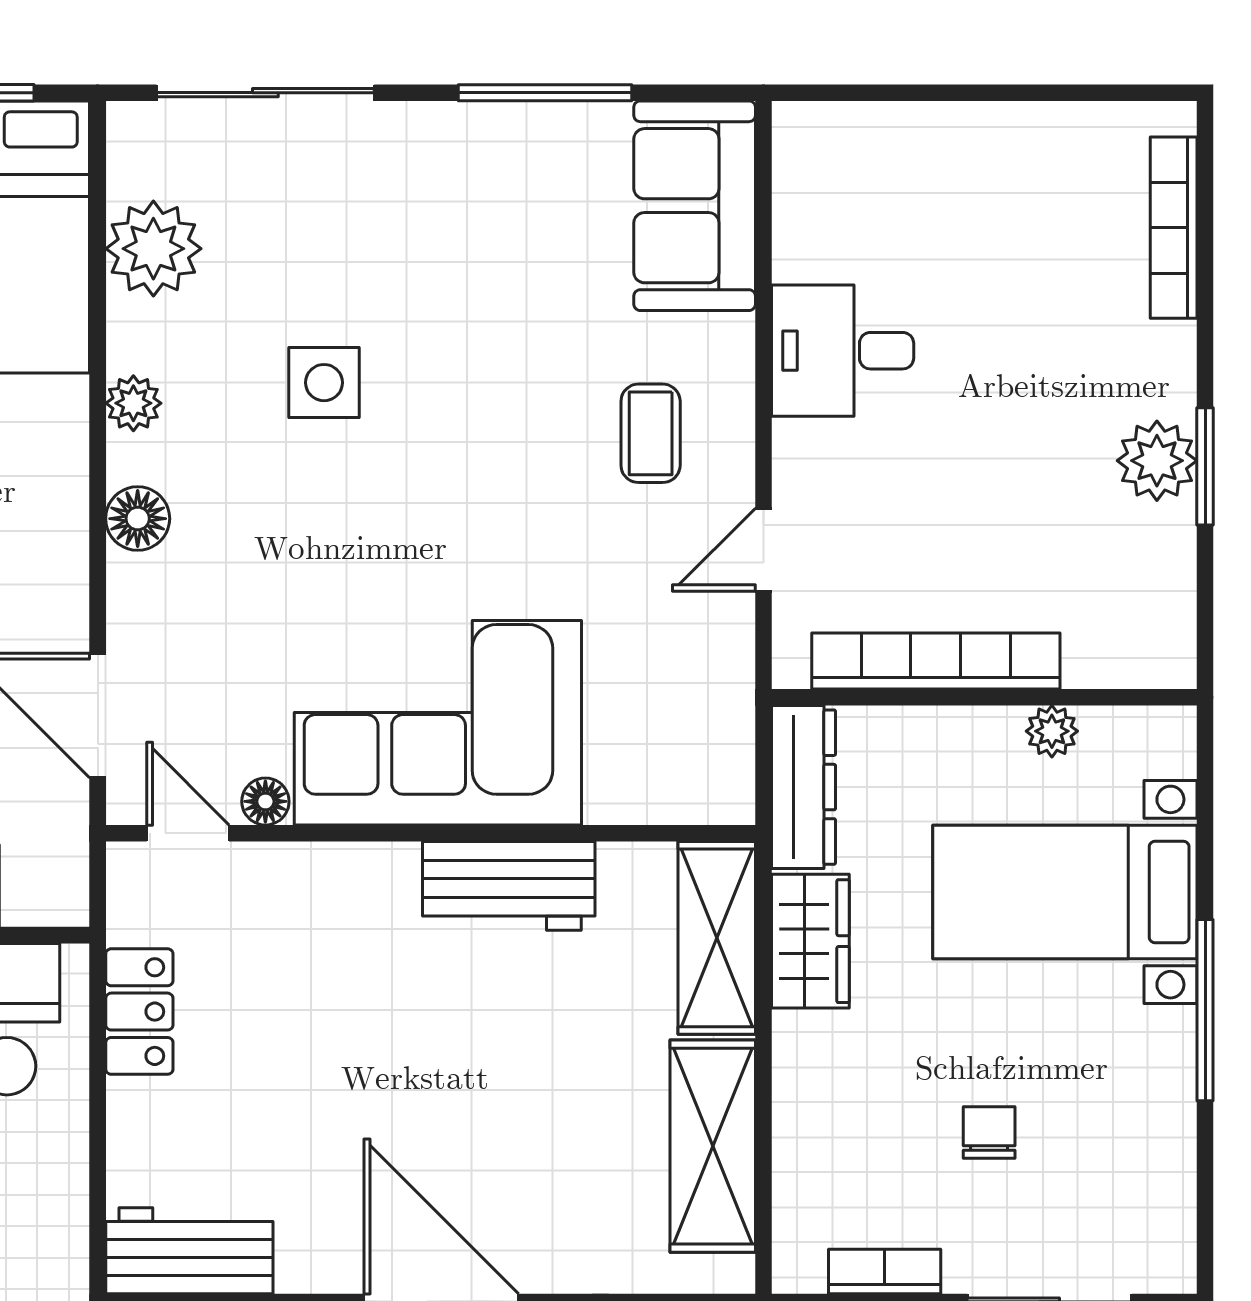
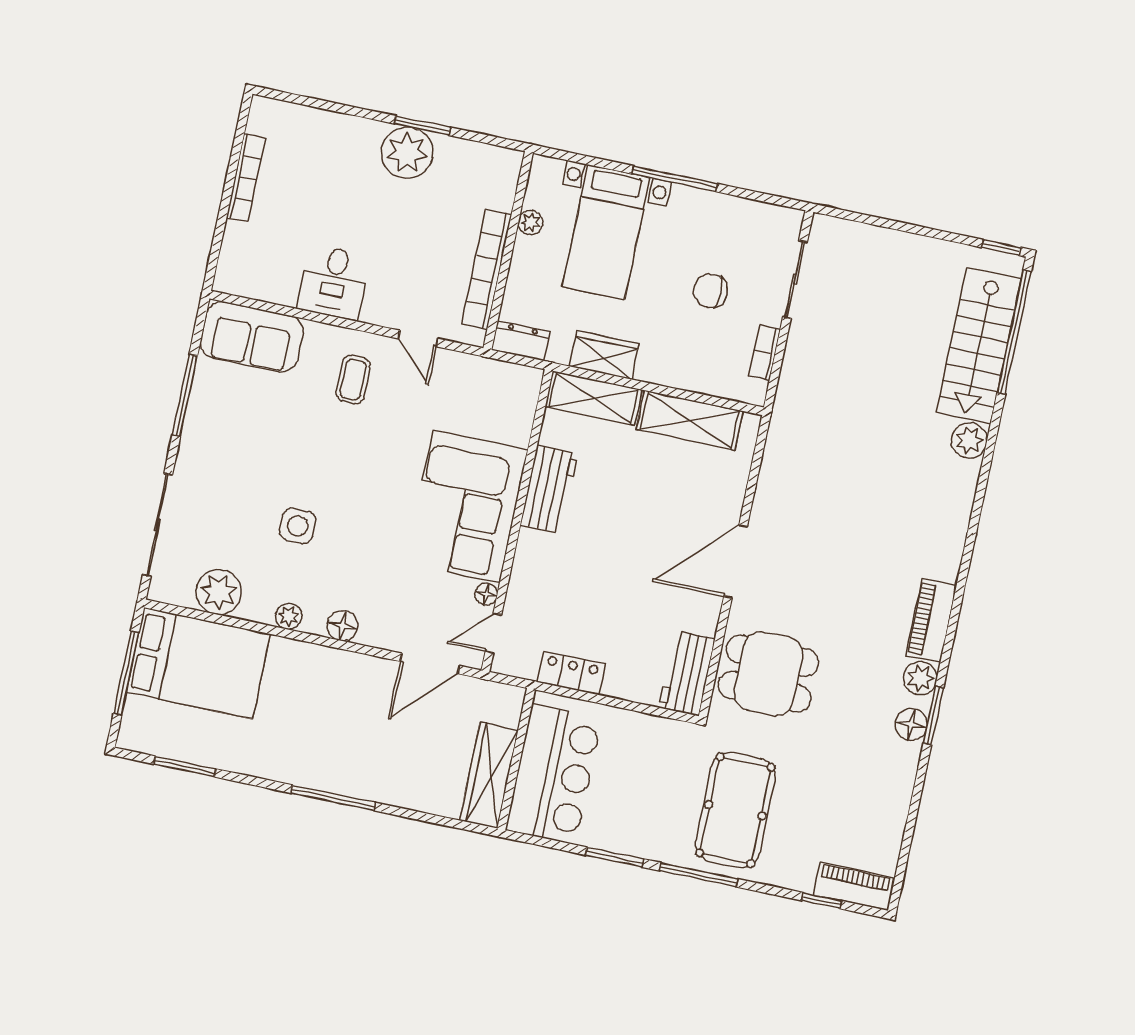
bookcase: (1174, 228) -> (246, 178), moved, turned -90
coffee table: (651, 433) -> (353, 379), turned 90
plant: (1157, 461) -> (407, 153), width x1.36, depth x1.36
dresser: (804, 787) -> (521, 341), width x0.70
chair: (989, 1132) -> (710, 291), width x1.37, depth x1.37

